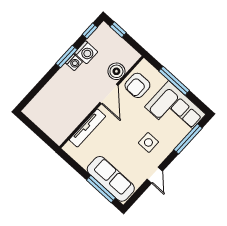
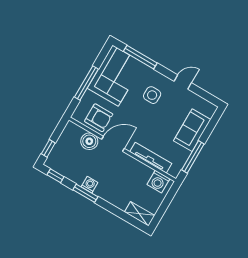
washing machine: (86, 52) -> (158, 182), moved, turned 180
shelving: (35, 105) -> (140, 214), added
sofa: (111, 179) -> (192, 130), width x0.73
window: (101, 189) -> (193, 157), moved

